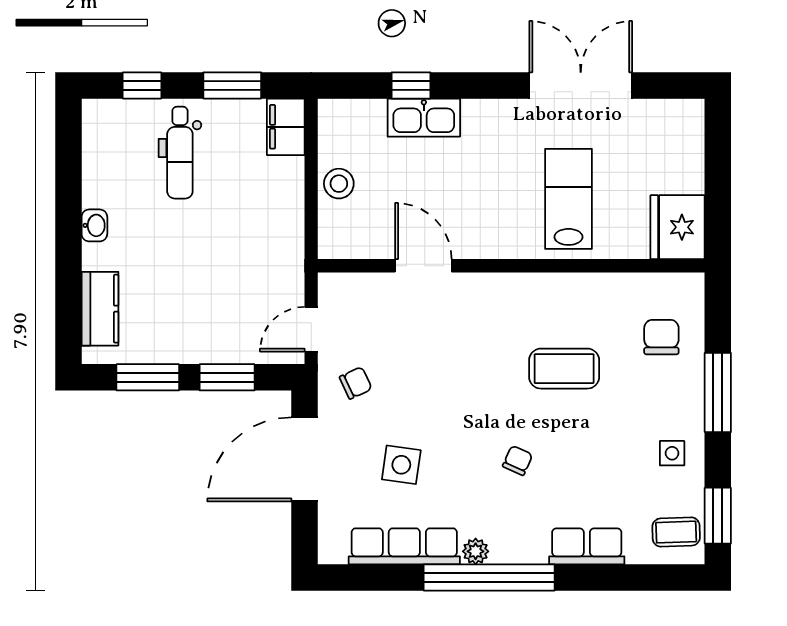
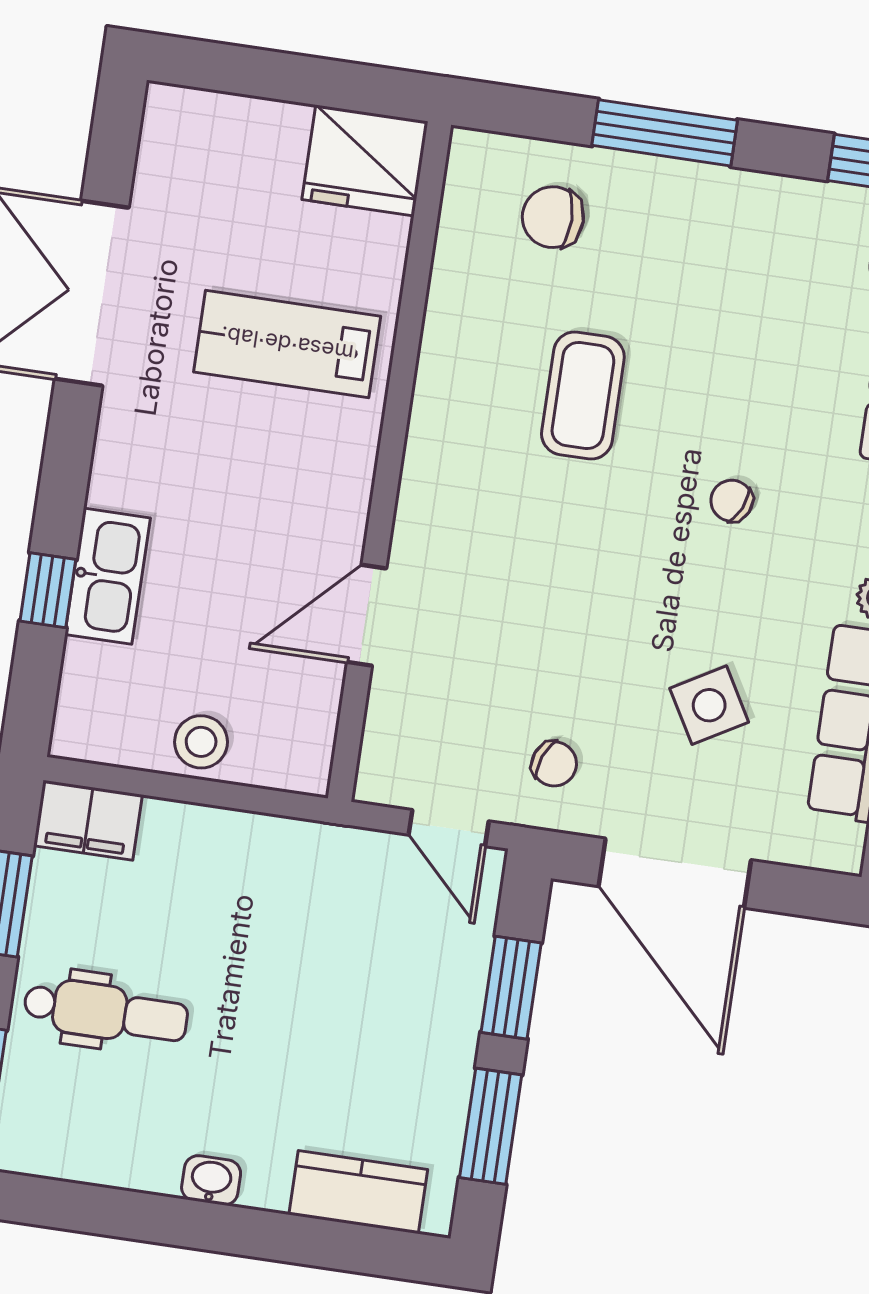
chair: (356, 383) -> (554, 764), turned 136
side table: (672, 453) -> (759, 229), removed
side table: (401, 465) -> (709, 705), turned -38

